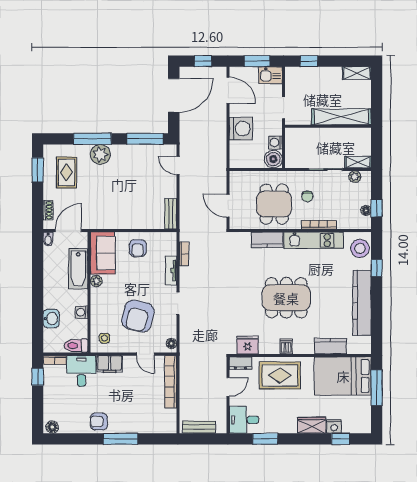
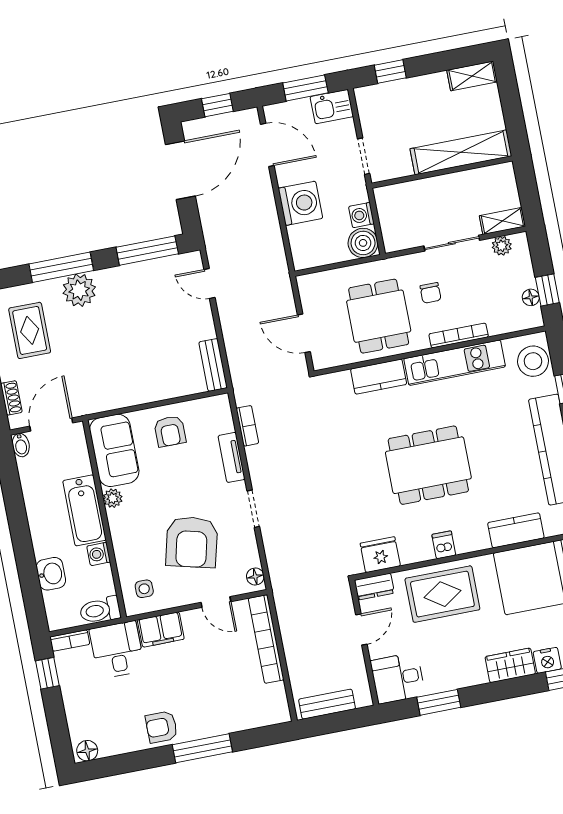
bathtub: (78, 269) -> (84, 510), moved

